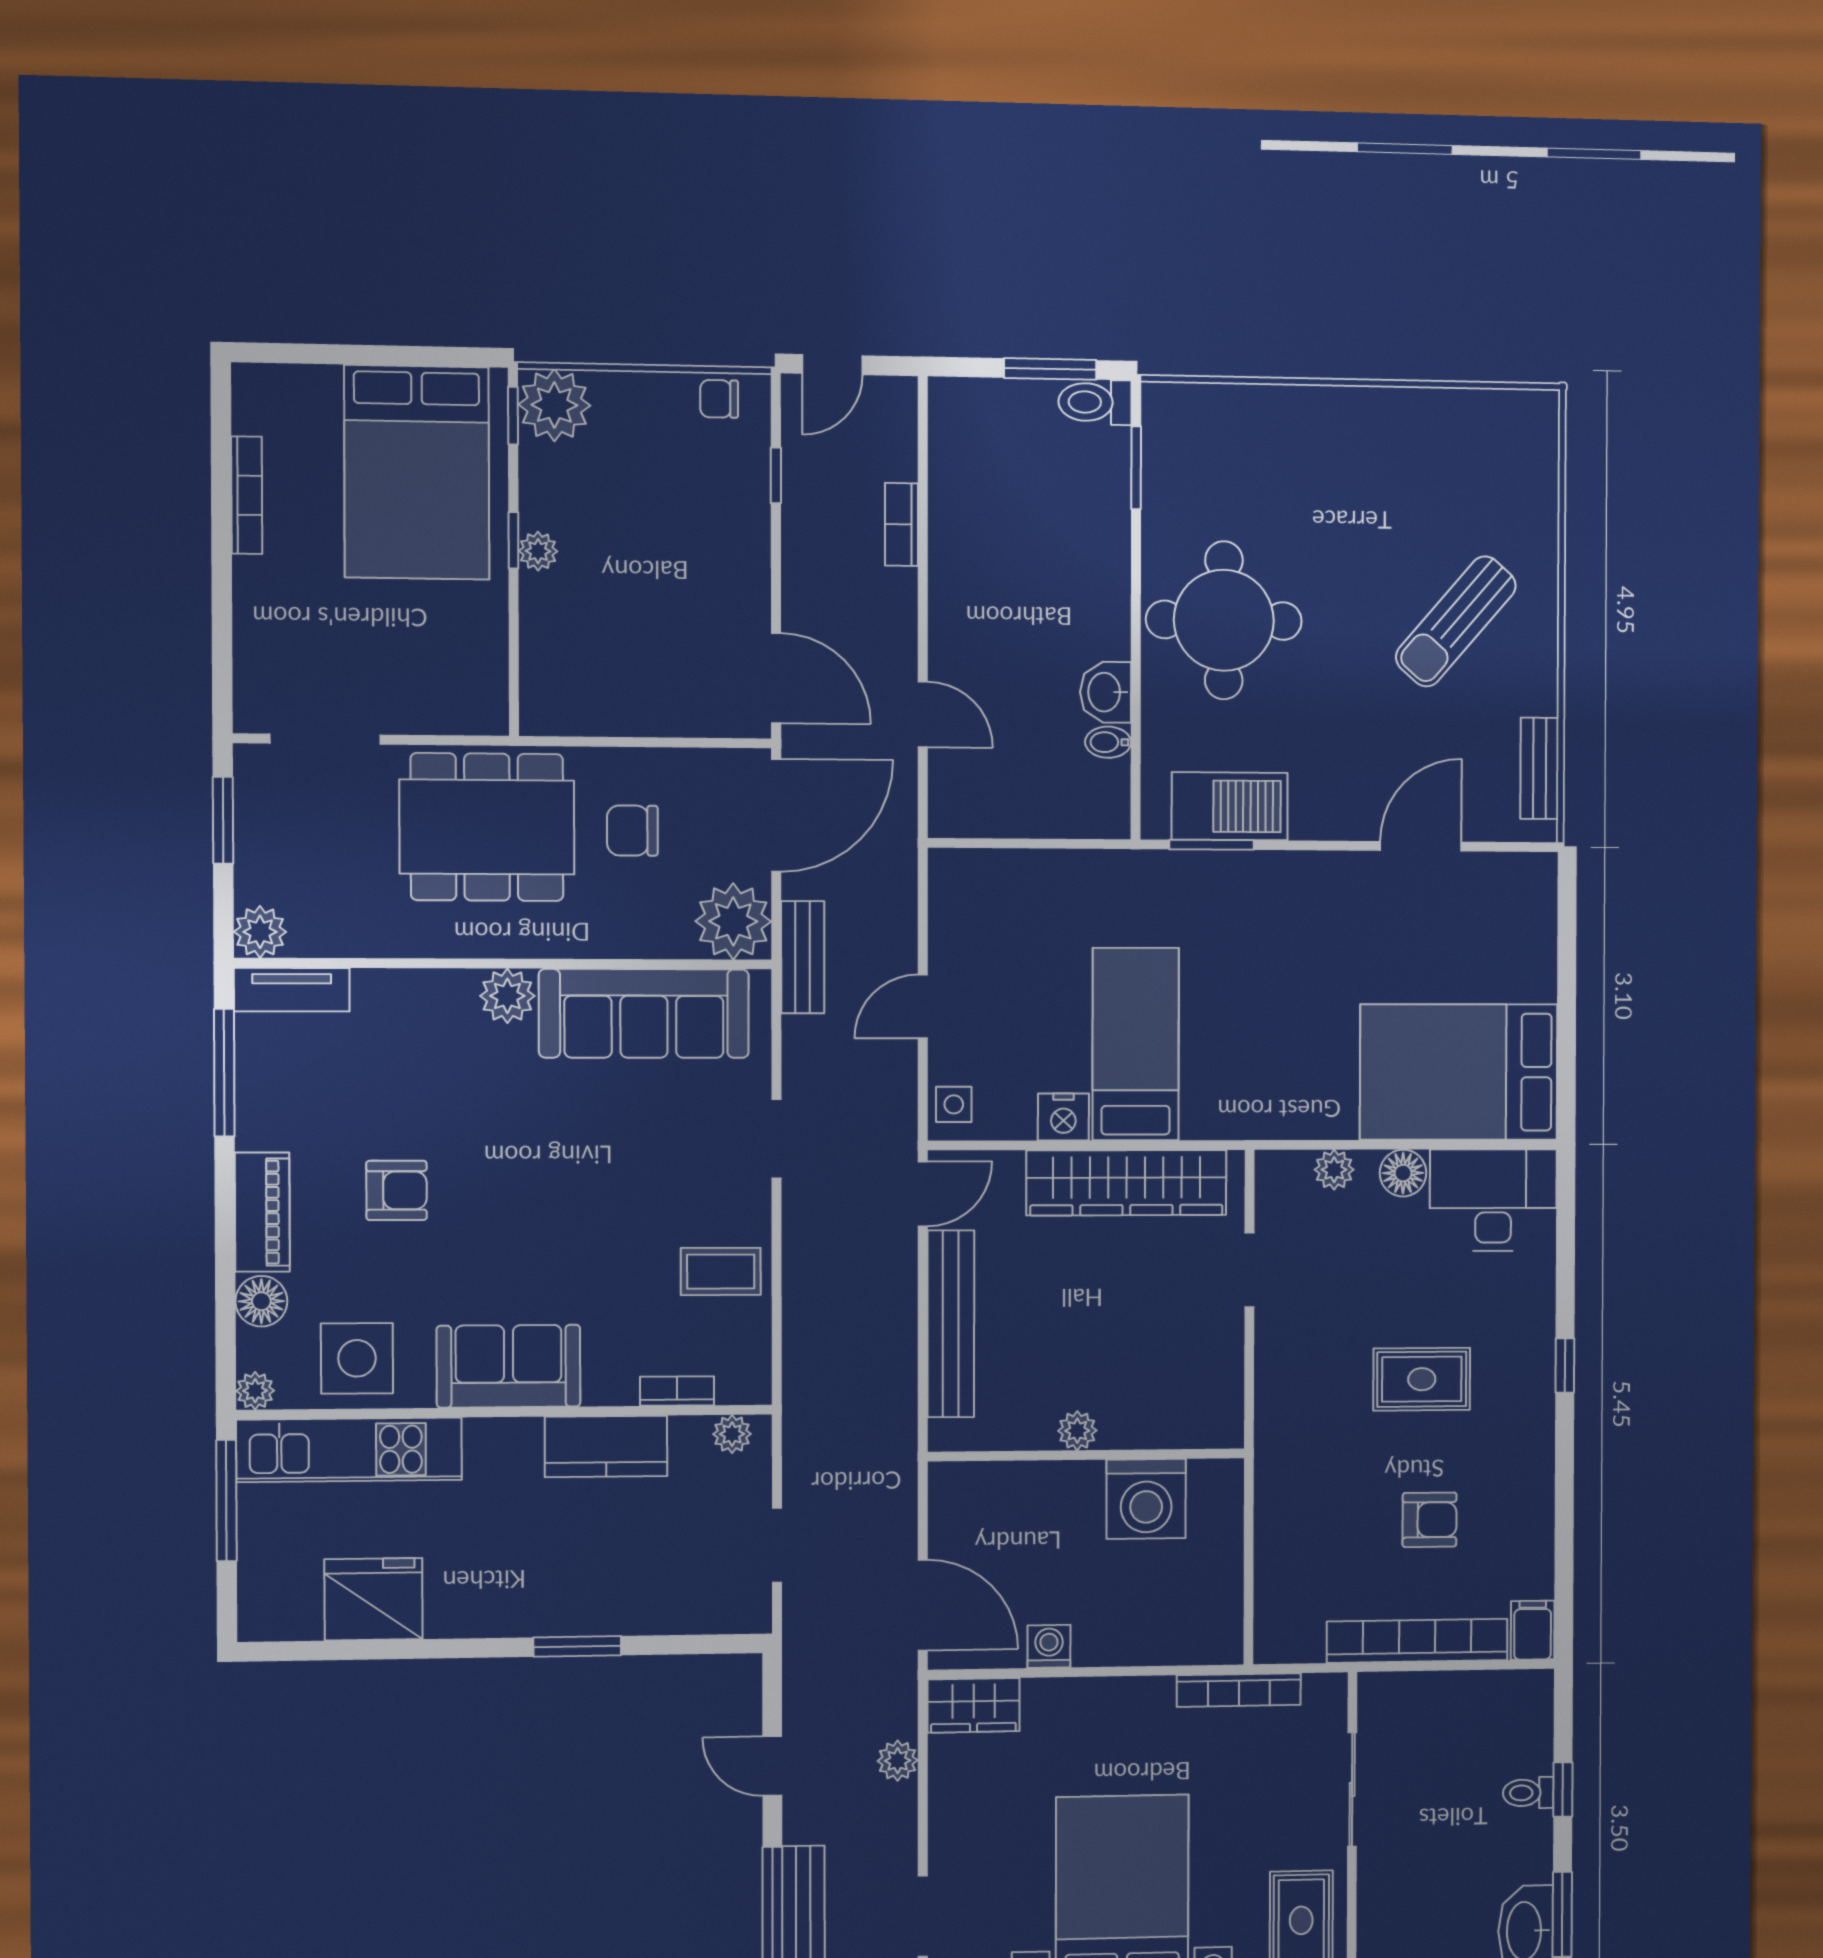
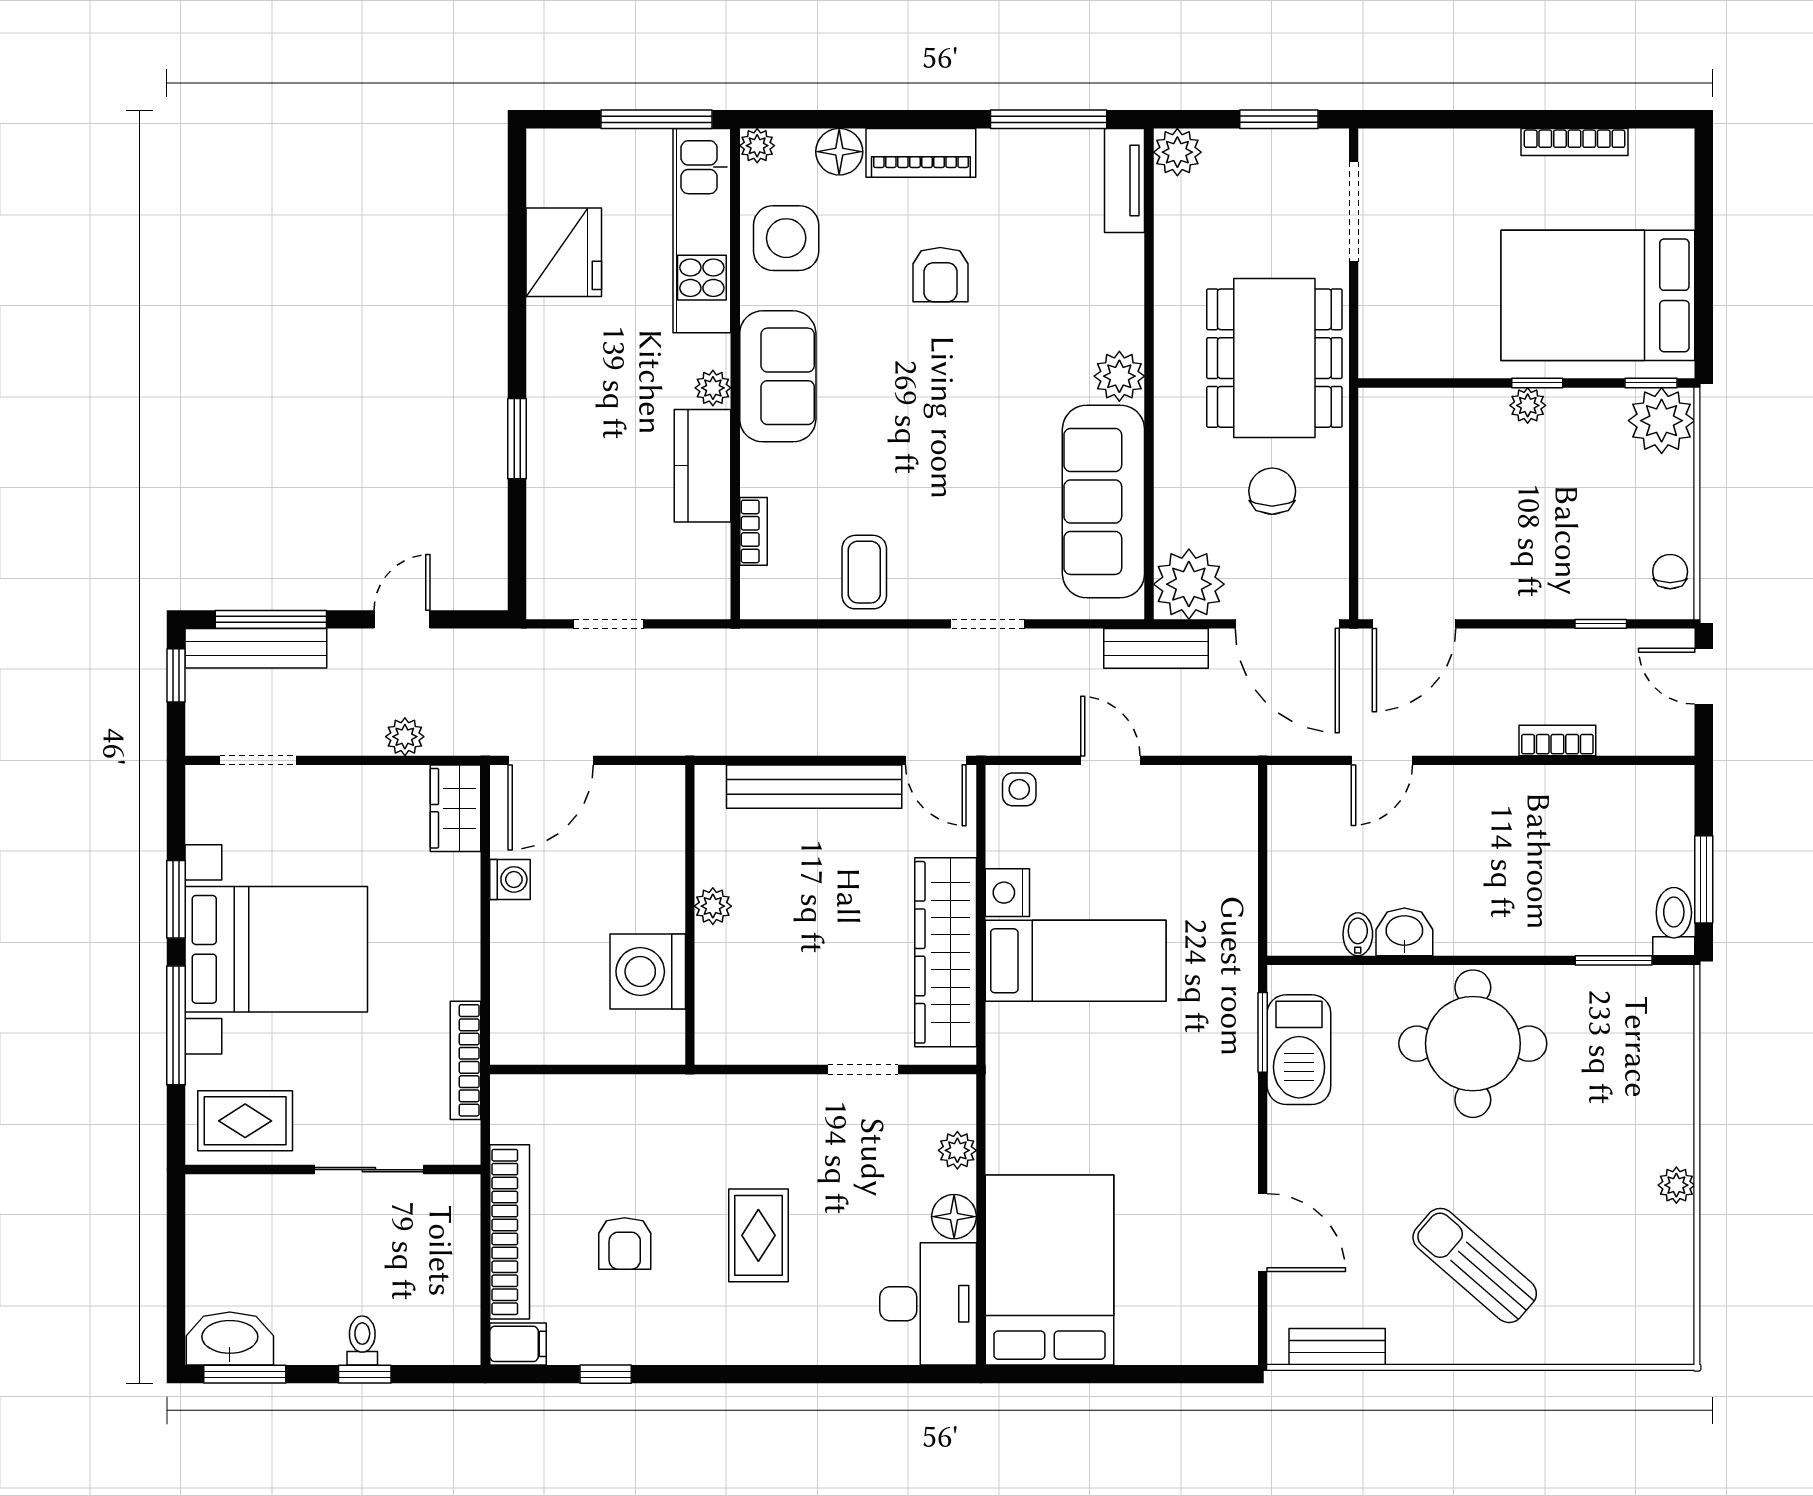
plant: (1373, 405) -> (1676, 1185), added
window: (1565, 1365) -> (606, 1374), moved
plant: (732, 1434) -> (713, 388), moved

